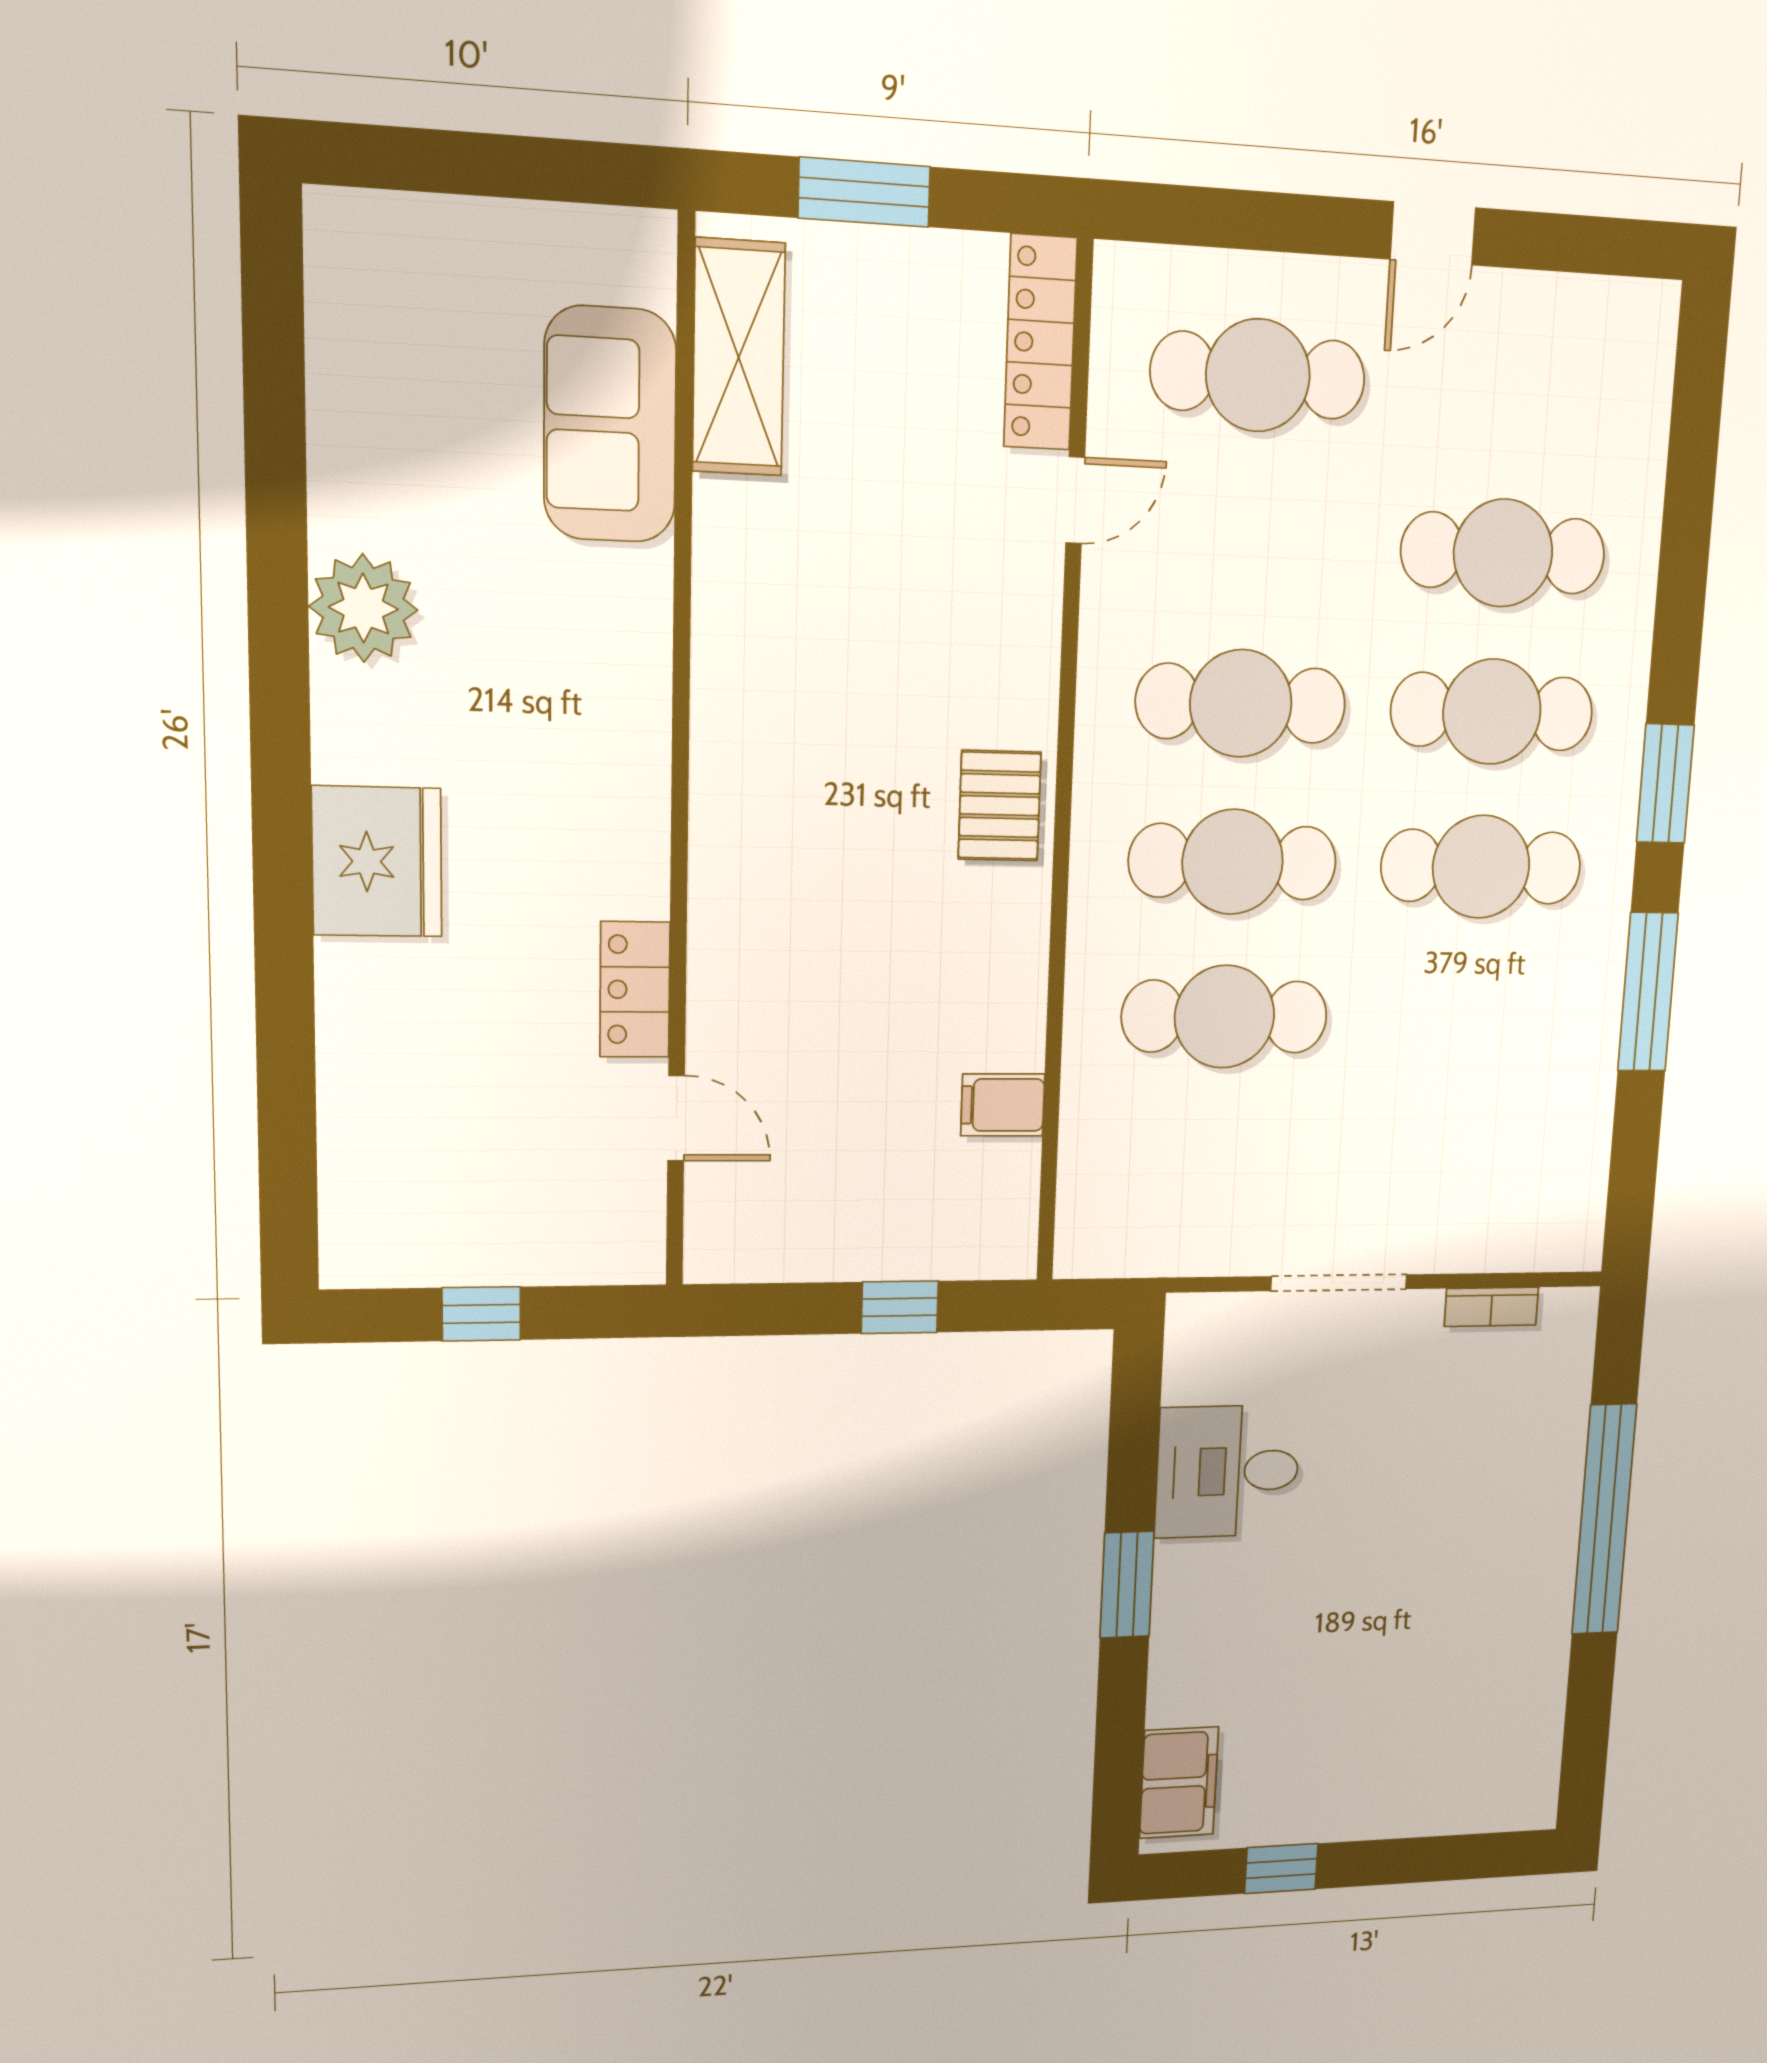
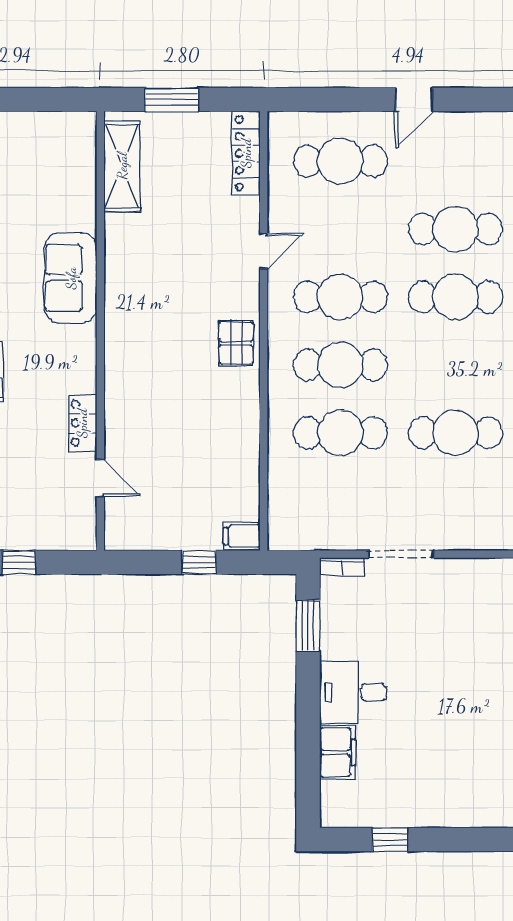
sofa: (610, 425) -> (71, 278), moved
door: (1075, 500) -> (264, 251), moved
cafe table: (1481, 867) -> (455, 433), moved
filing cabinet: (1003, 1105) -> (242, 536), moved
bookcase: (1491, 1307) -> (342, 567), moved
desk: (1228, 1471) -> (353, 692), moved
window: (1127, 1585) -> (308, 626), moved
filing cabinet: (1179, 1783) -> (338, 752), moved

